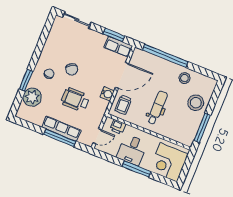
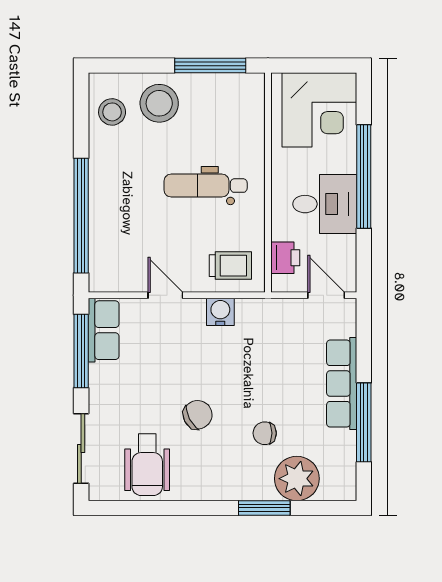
window: (114, 35) -> (81, 351), width x1.44
chair: (49, 74) -> (265, 433), moved
door: (122, 75) -> (165, 295), width x0.53
stool: (184, 78) -> (112, 112), moved
wheelchair: (75, 100) -> (147, 465), moved
window: (60, 138) -> (364, 422), moved
window: (137, 169) -> (364, 176), width x1.46

